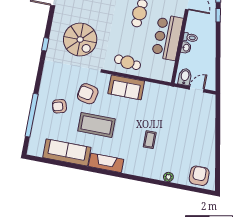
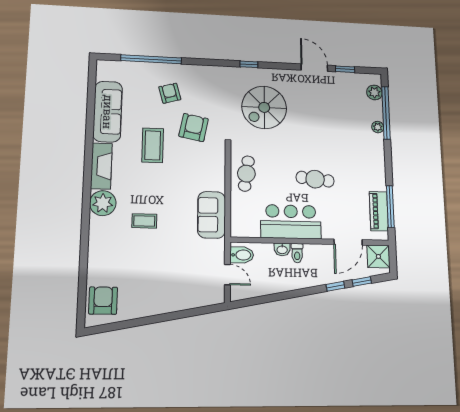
sofa: (126, 87) -> (212, 215), moved
coffee table: (97, 125) -> (153, 145), width x0.73, depth x0.76
armchair: (199, 176) -> (103, 301), turned -90
plant: (168, 177) -> (103, 203), moved, width x1.88, depth x1.88

